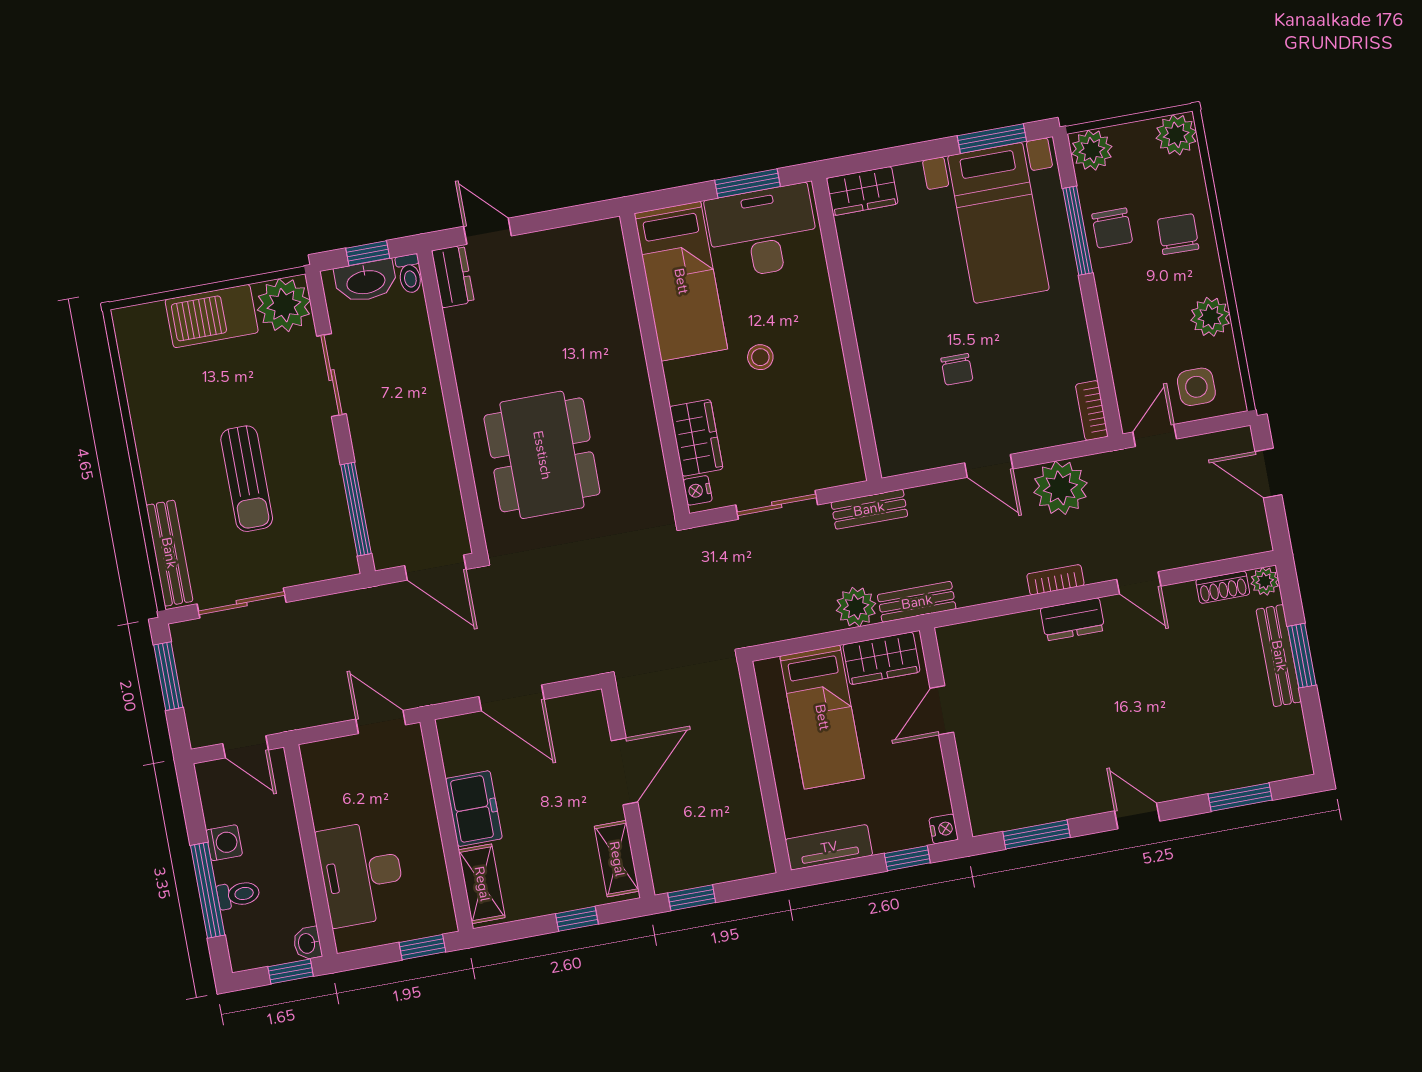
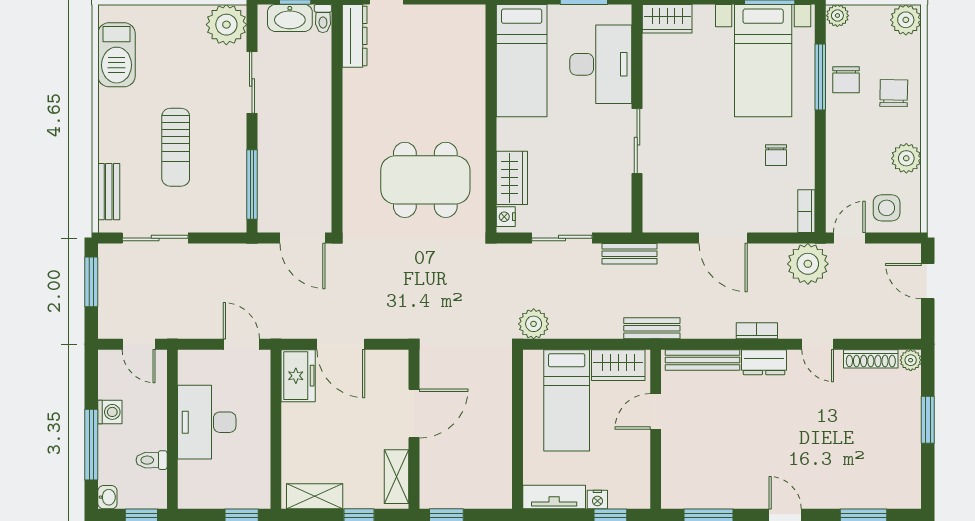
plant: (1092, 150) -> (837, 16), width x0.73, depth x0.73
desk: (763, 232) -> (601, 64), moved, turned 90
dresser: (453, 276) -> (355, 36), width x1.44
barbecue: (212, 316) -> (117, 55), moved, turned -90
stool: (760, 357) -> (570, 127), removed
sliding door: (852, 359) -> (637, 141), added
chair: (957, 369) -> (776, 155), moved
dining table: (542, 455) -> (425, 180), moved, turned 90
door: (989, 466) -> (723, 238), width x1.38
plant: (1060, 488) -> (808, 264), moved
bench: (169, 553) -> (109, 192), width x0.73
shoe rack: (1223, 587) -> (871, 359), width x1.43
plant: (856, 607) -> (534, 324), moved
bench: (1279, 656) -> (702, 360), moved, turned 90
freezer: (474, 809) -> (298, 376), moved
nightstand: (944, 829) -> (597, 499), moved, turned 90
desk: (361, 874) -> (207, 422), moved
shelving: (482, 884) -> (315, 496), moved, turned 90
toilet: (238, 895) -> (152, 460), moved, turned 180
washbasin: (307, 943) -> (107, 497), moved, turned 180

